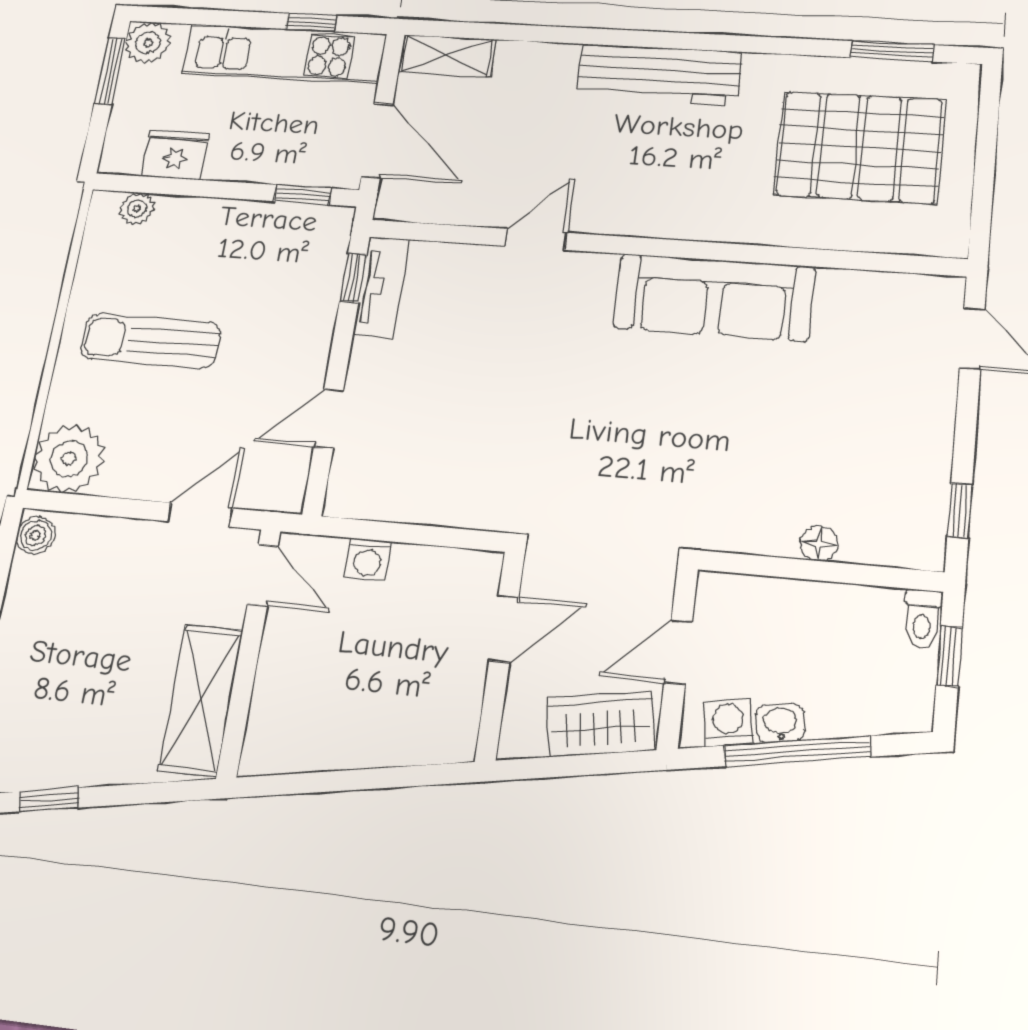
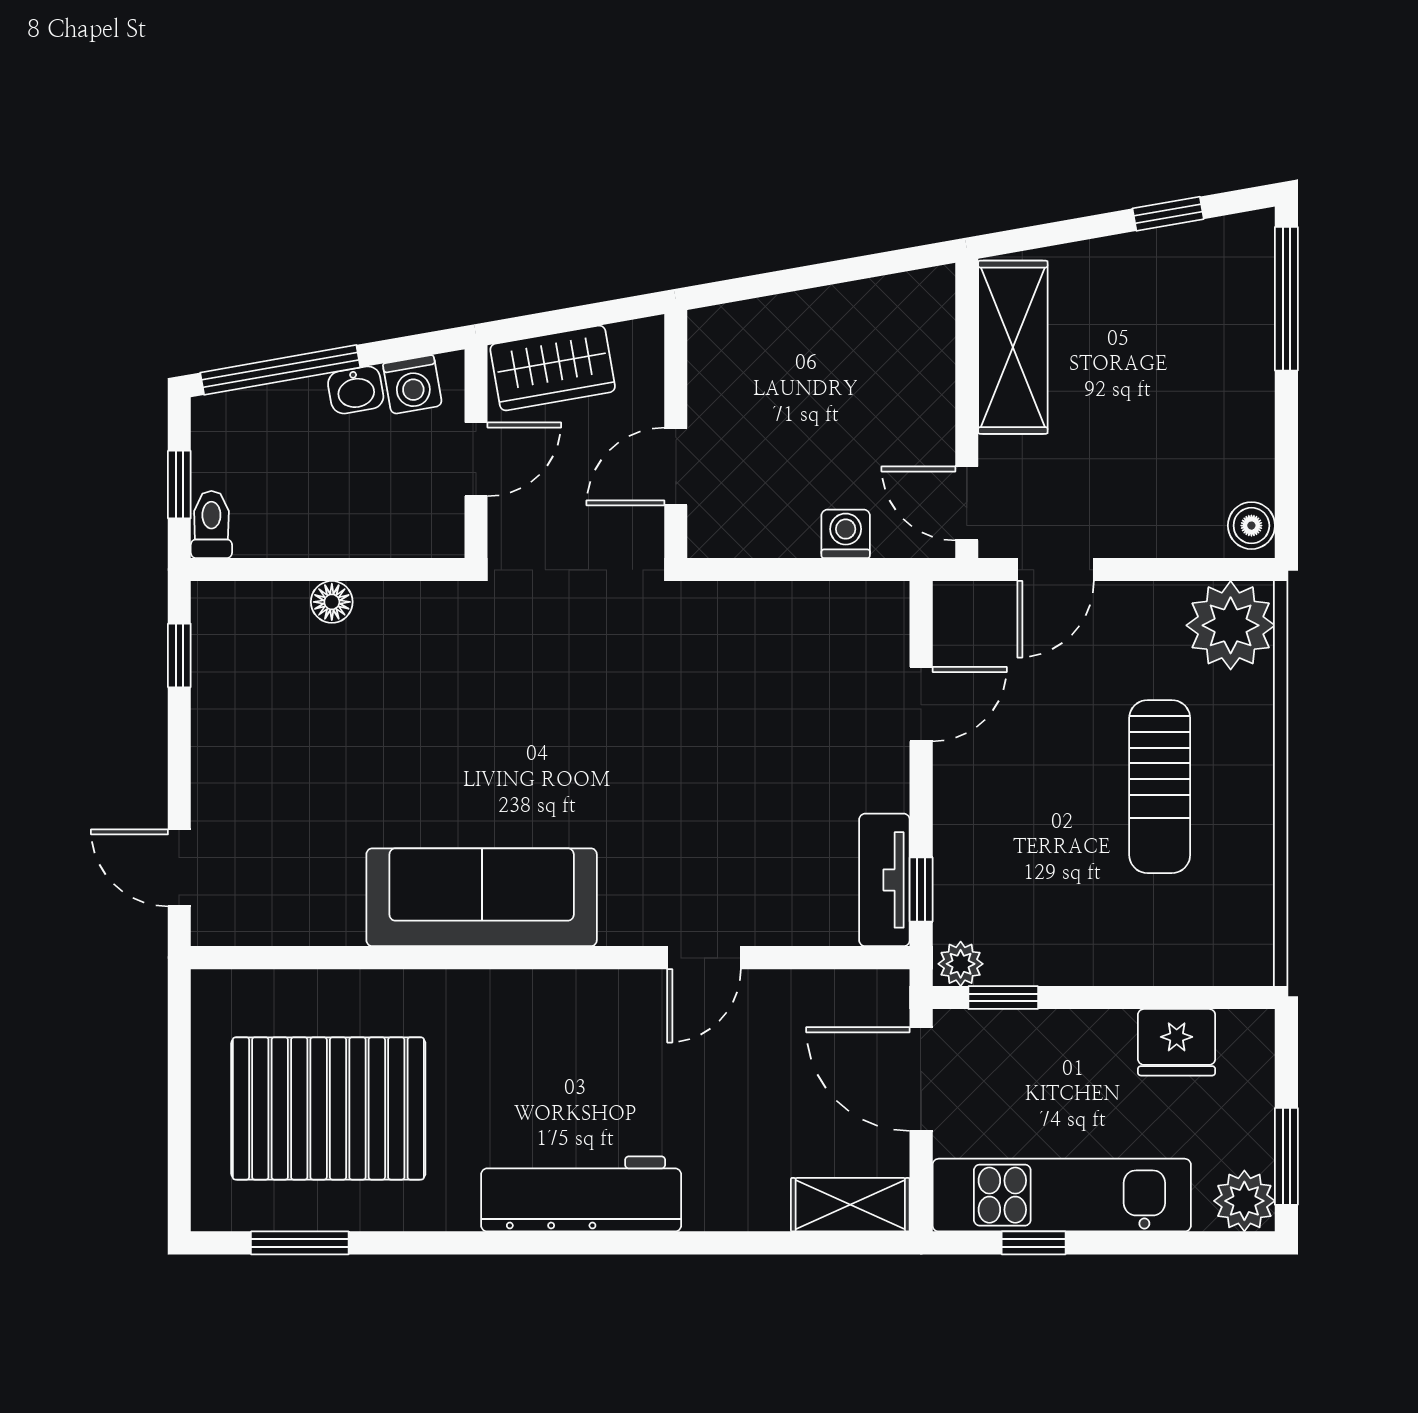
plant: (137, 208) -> (961, 964), moved
sun lounger: (150, 341) -> (1160, 787), turned 90
window: (798, 751) -> (280, 370), moved

